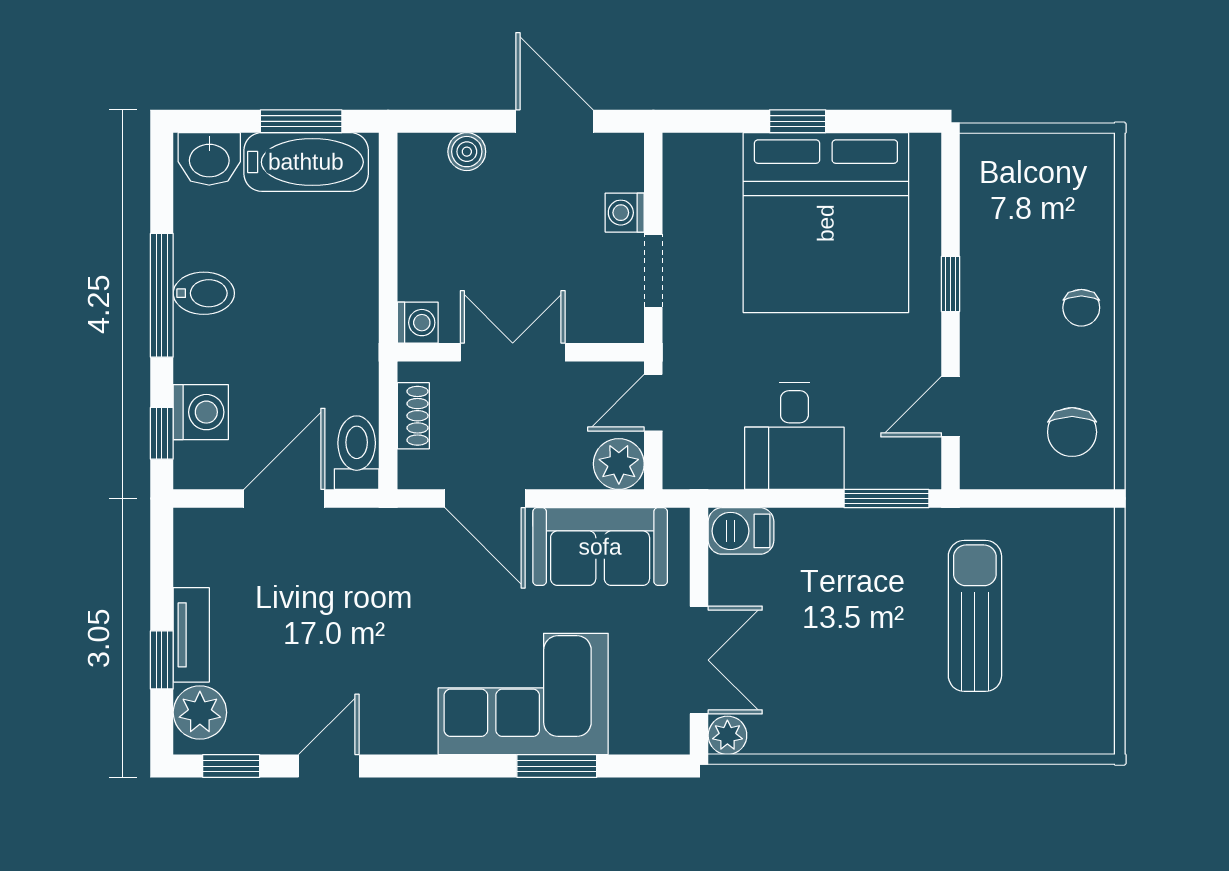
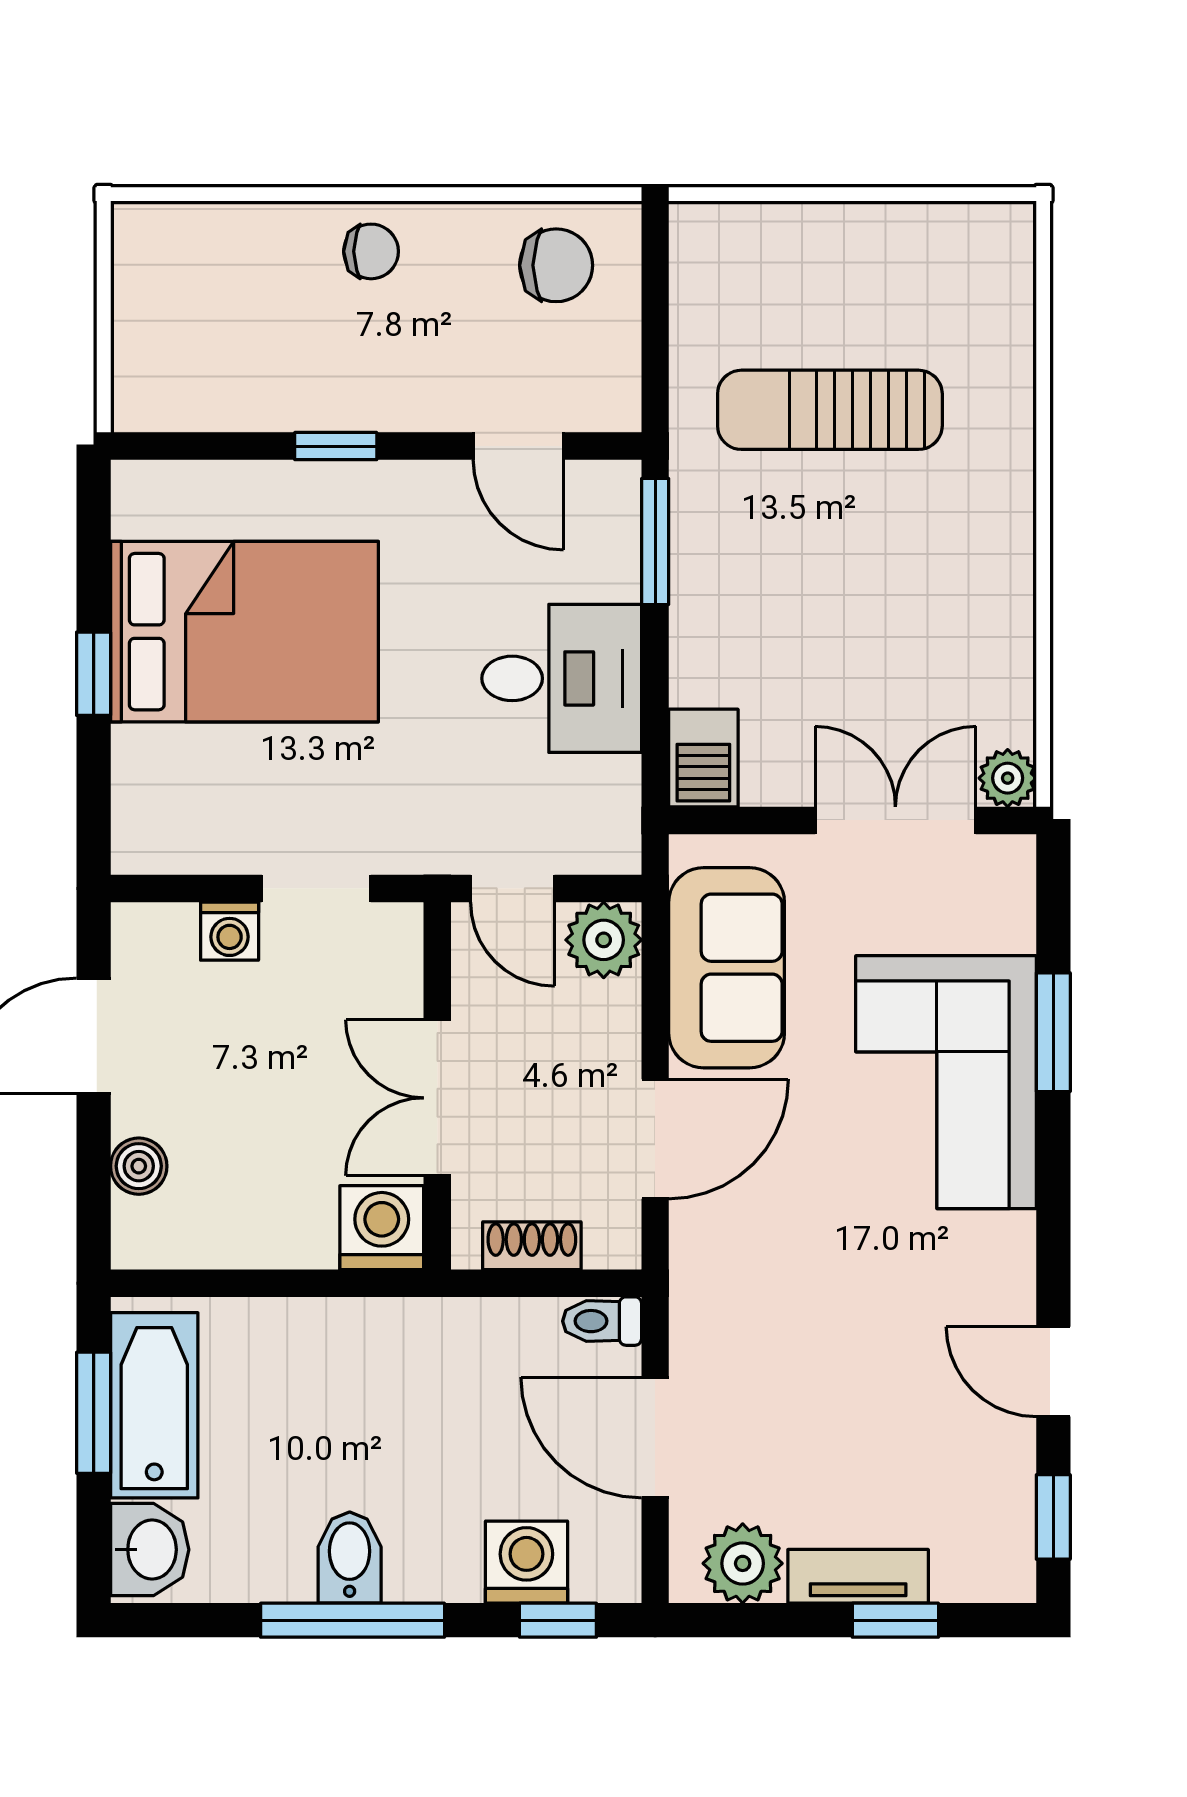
bed: (826, 223) -> (244, 632), width x0.73
washing machine: (418, 323) -> (382, 1228), width x1.38, depth x1.38
toilet: (357, 453) -> (602, 1321), width x0.73, depth x0.72
plant: (200, 712) -> (743, 1563), moved

